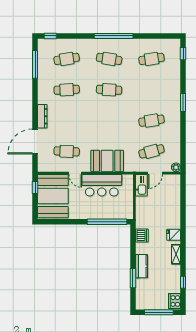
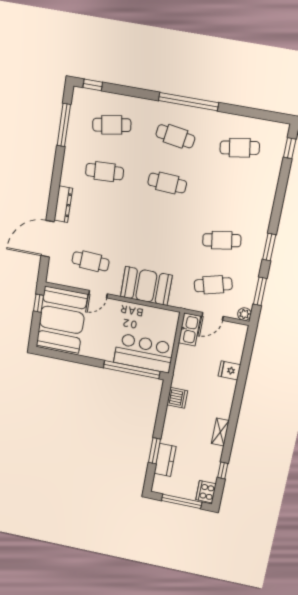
window: (183, 102) -> (269, 247), moved
window: (183, 150) -> (260, 291), added
door: (75, 173) -> (98, 294), hinge flipped
bar counter: (102, 185) -> (144, 353), moved, turned 180
fridge: (174, 235) -> (229, 370), moved
kitchen counter: (142, 266) -> (165, 460), moved

